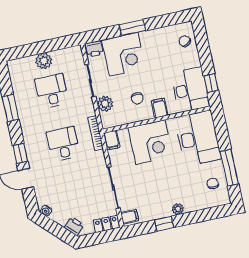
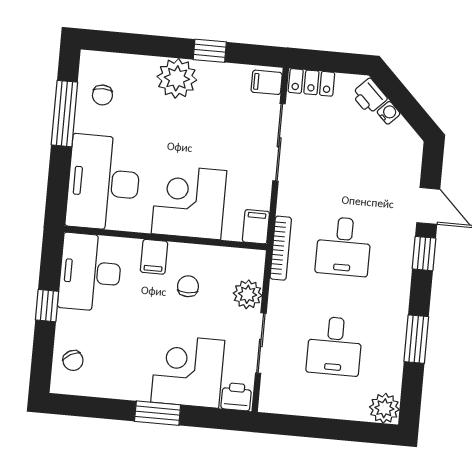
plant: (44, 61) -> (384, 408), moved
window: (211, 83) -> (47, 306), moved
plant: (178, 209) -> (177, 78), width x1.87, depth x1.87
water cooler: (46, 211) -> (389, 113), moved

